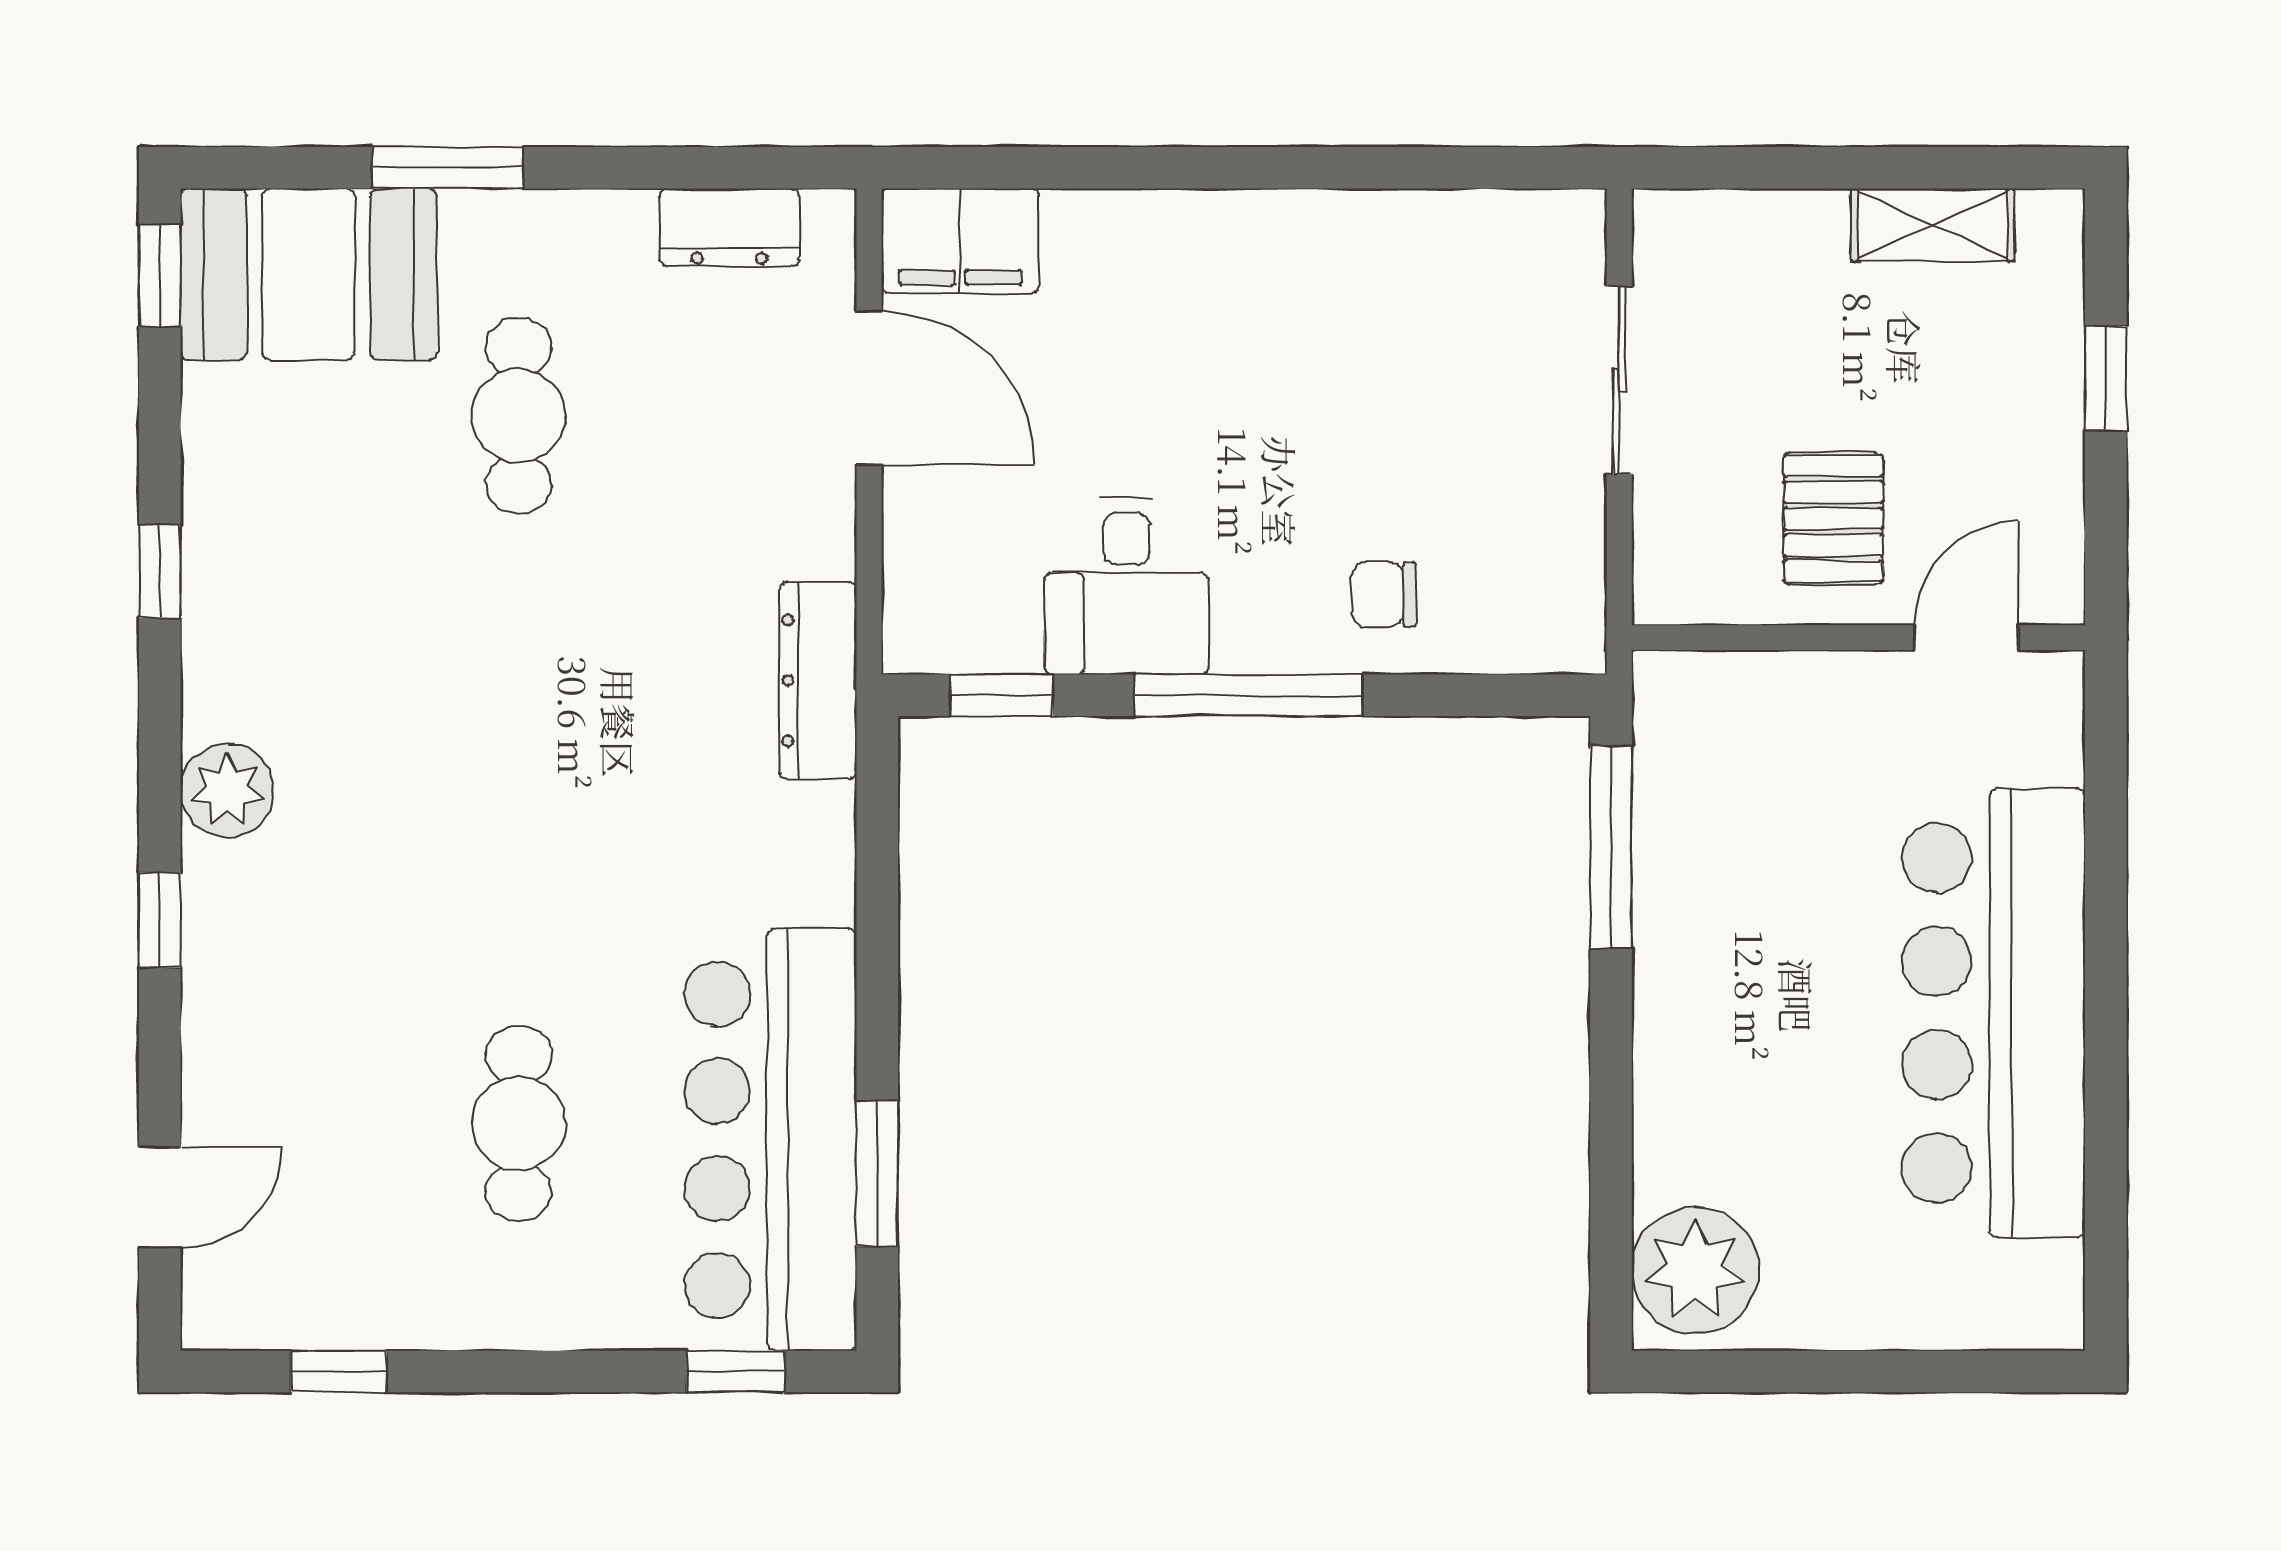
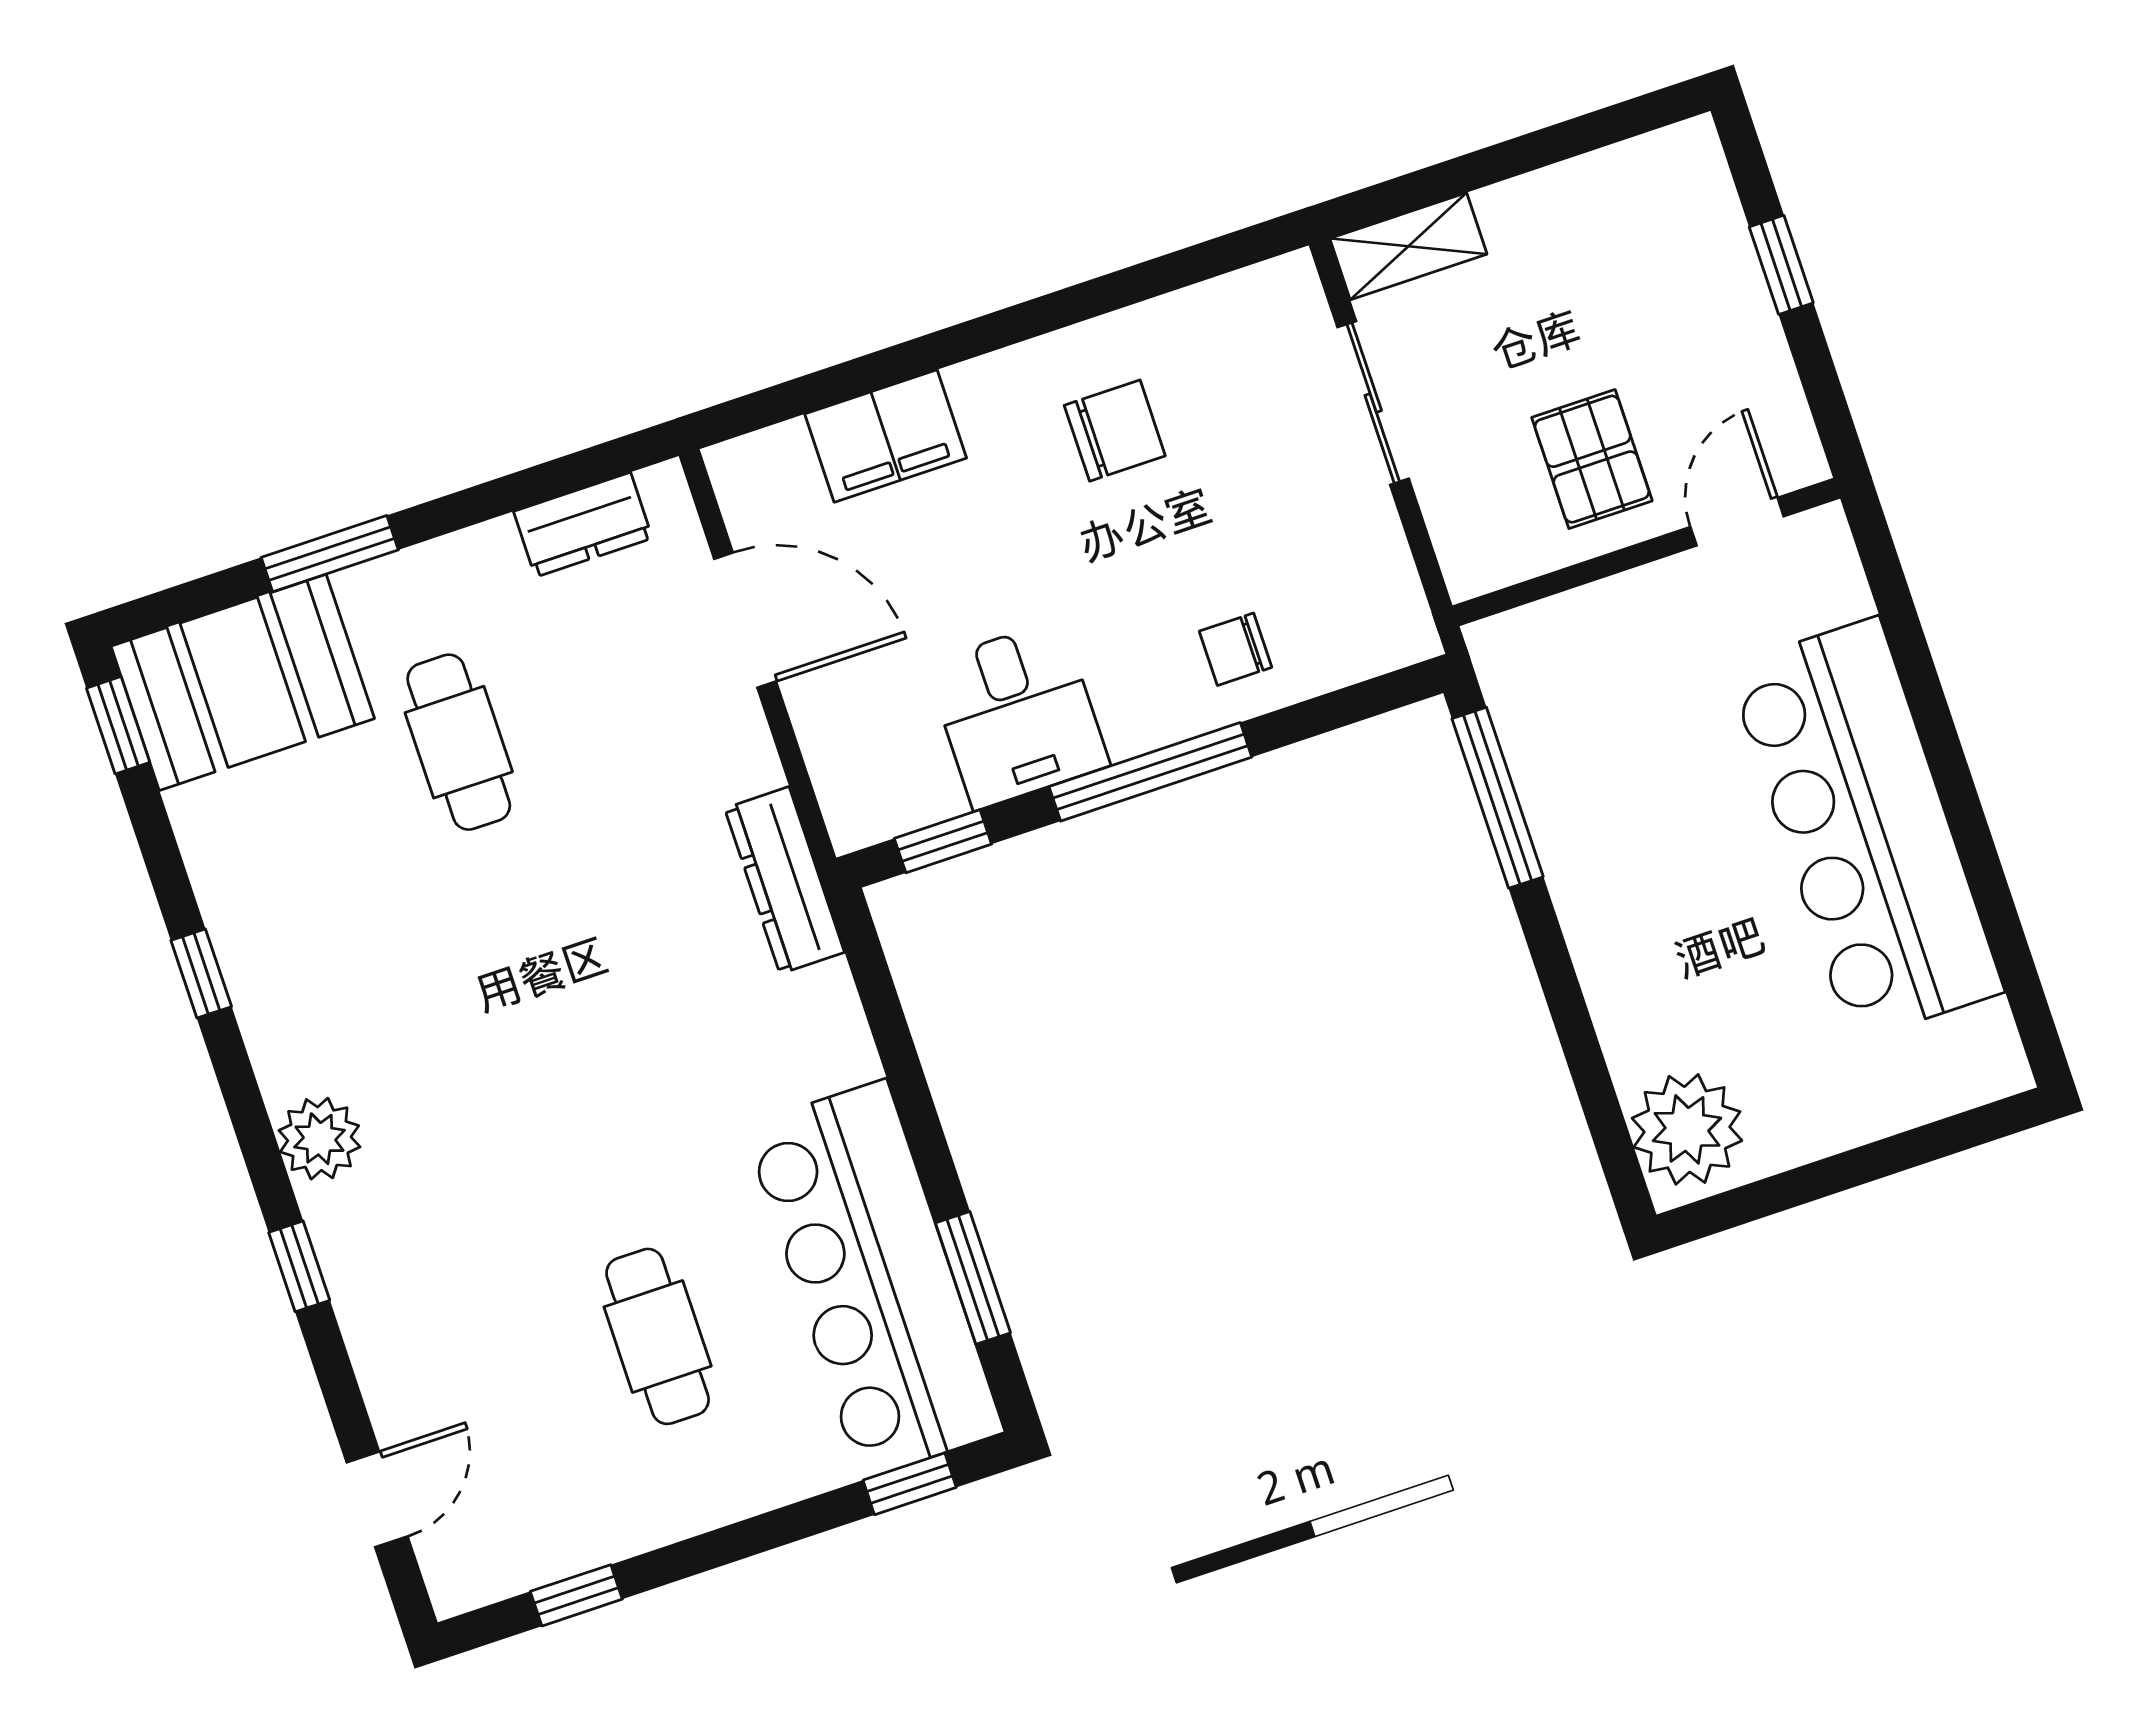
shelving: (1933, 225) -> (1408, 246), moved
filing cabinet: (960, 241) -> (886, 436), moved
chair: (1333, 317) -> (1115, 431), added

